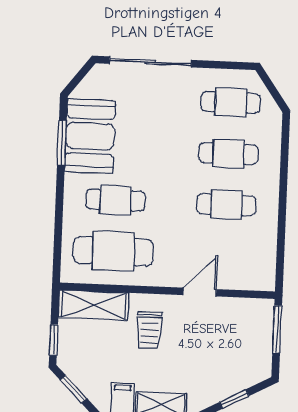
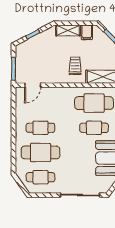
cafe table: (229, 154) -> (40, 152), width x1.37, depth x1.35
door: (200, 292) -> (33, 85), moved

